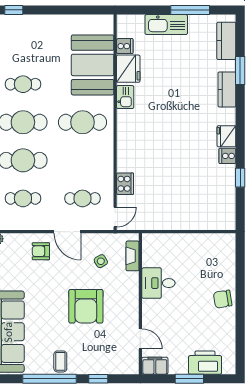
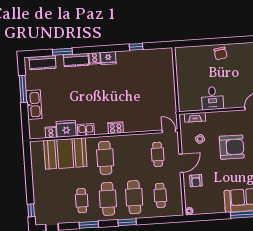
cooker: (227, 156) -> (95, 58), moved
cooker: (125, 184) -> (116, 128), moved

